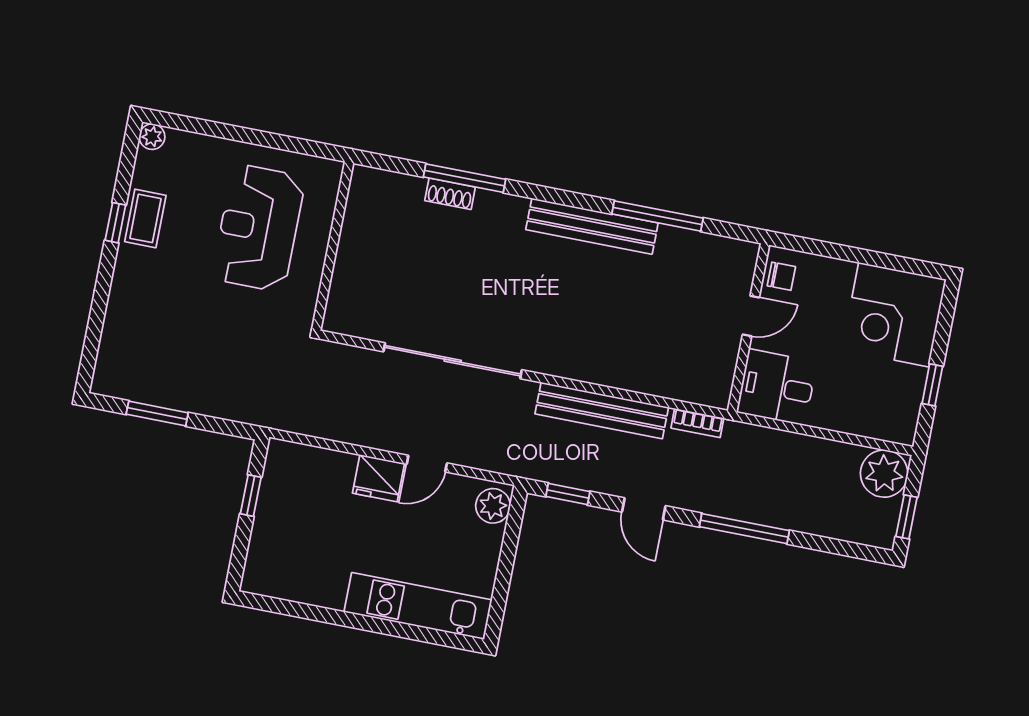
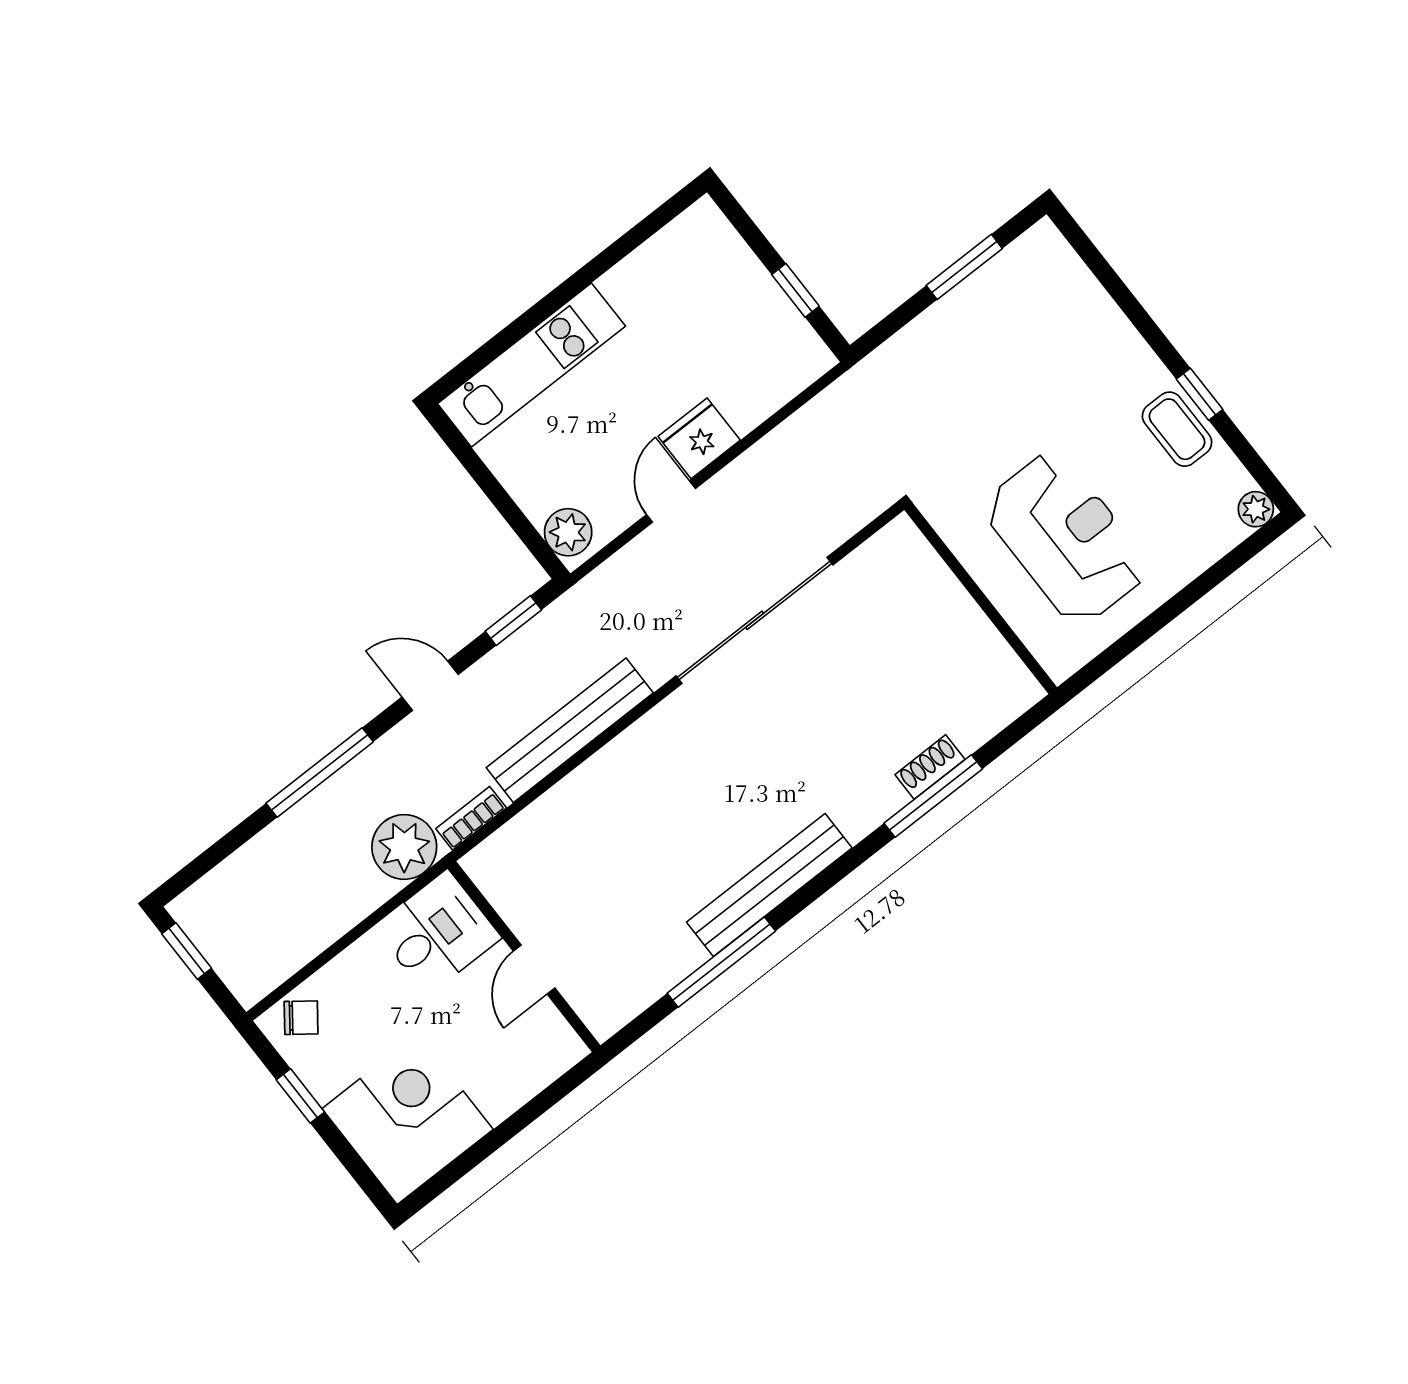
chair: (781, 276) -> (301, 1018), moved, turned -143
plant: (884, 474) -> (404, 847), moved

